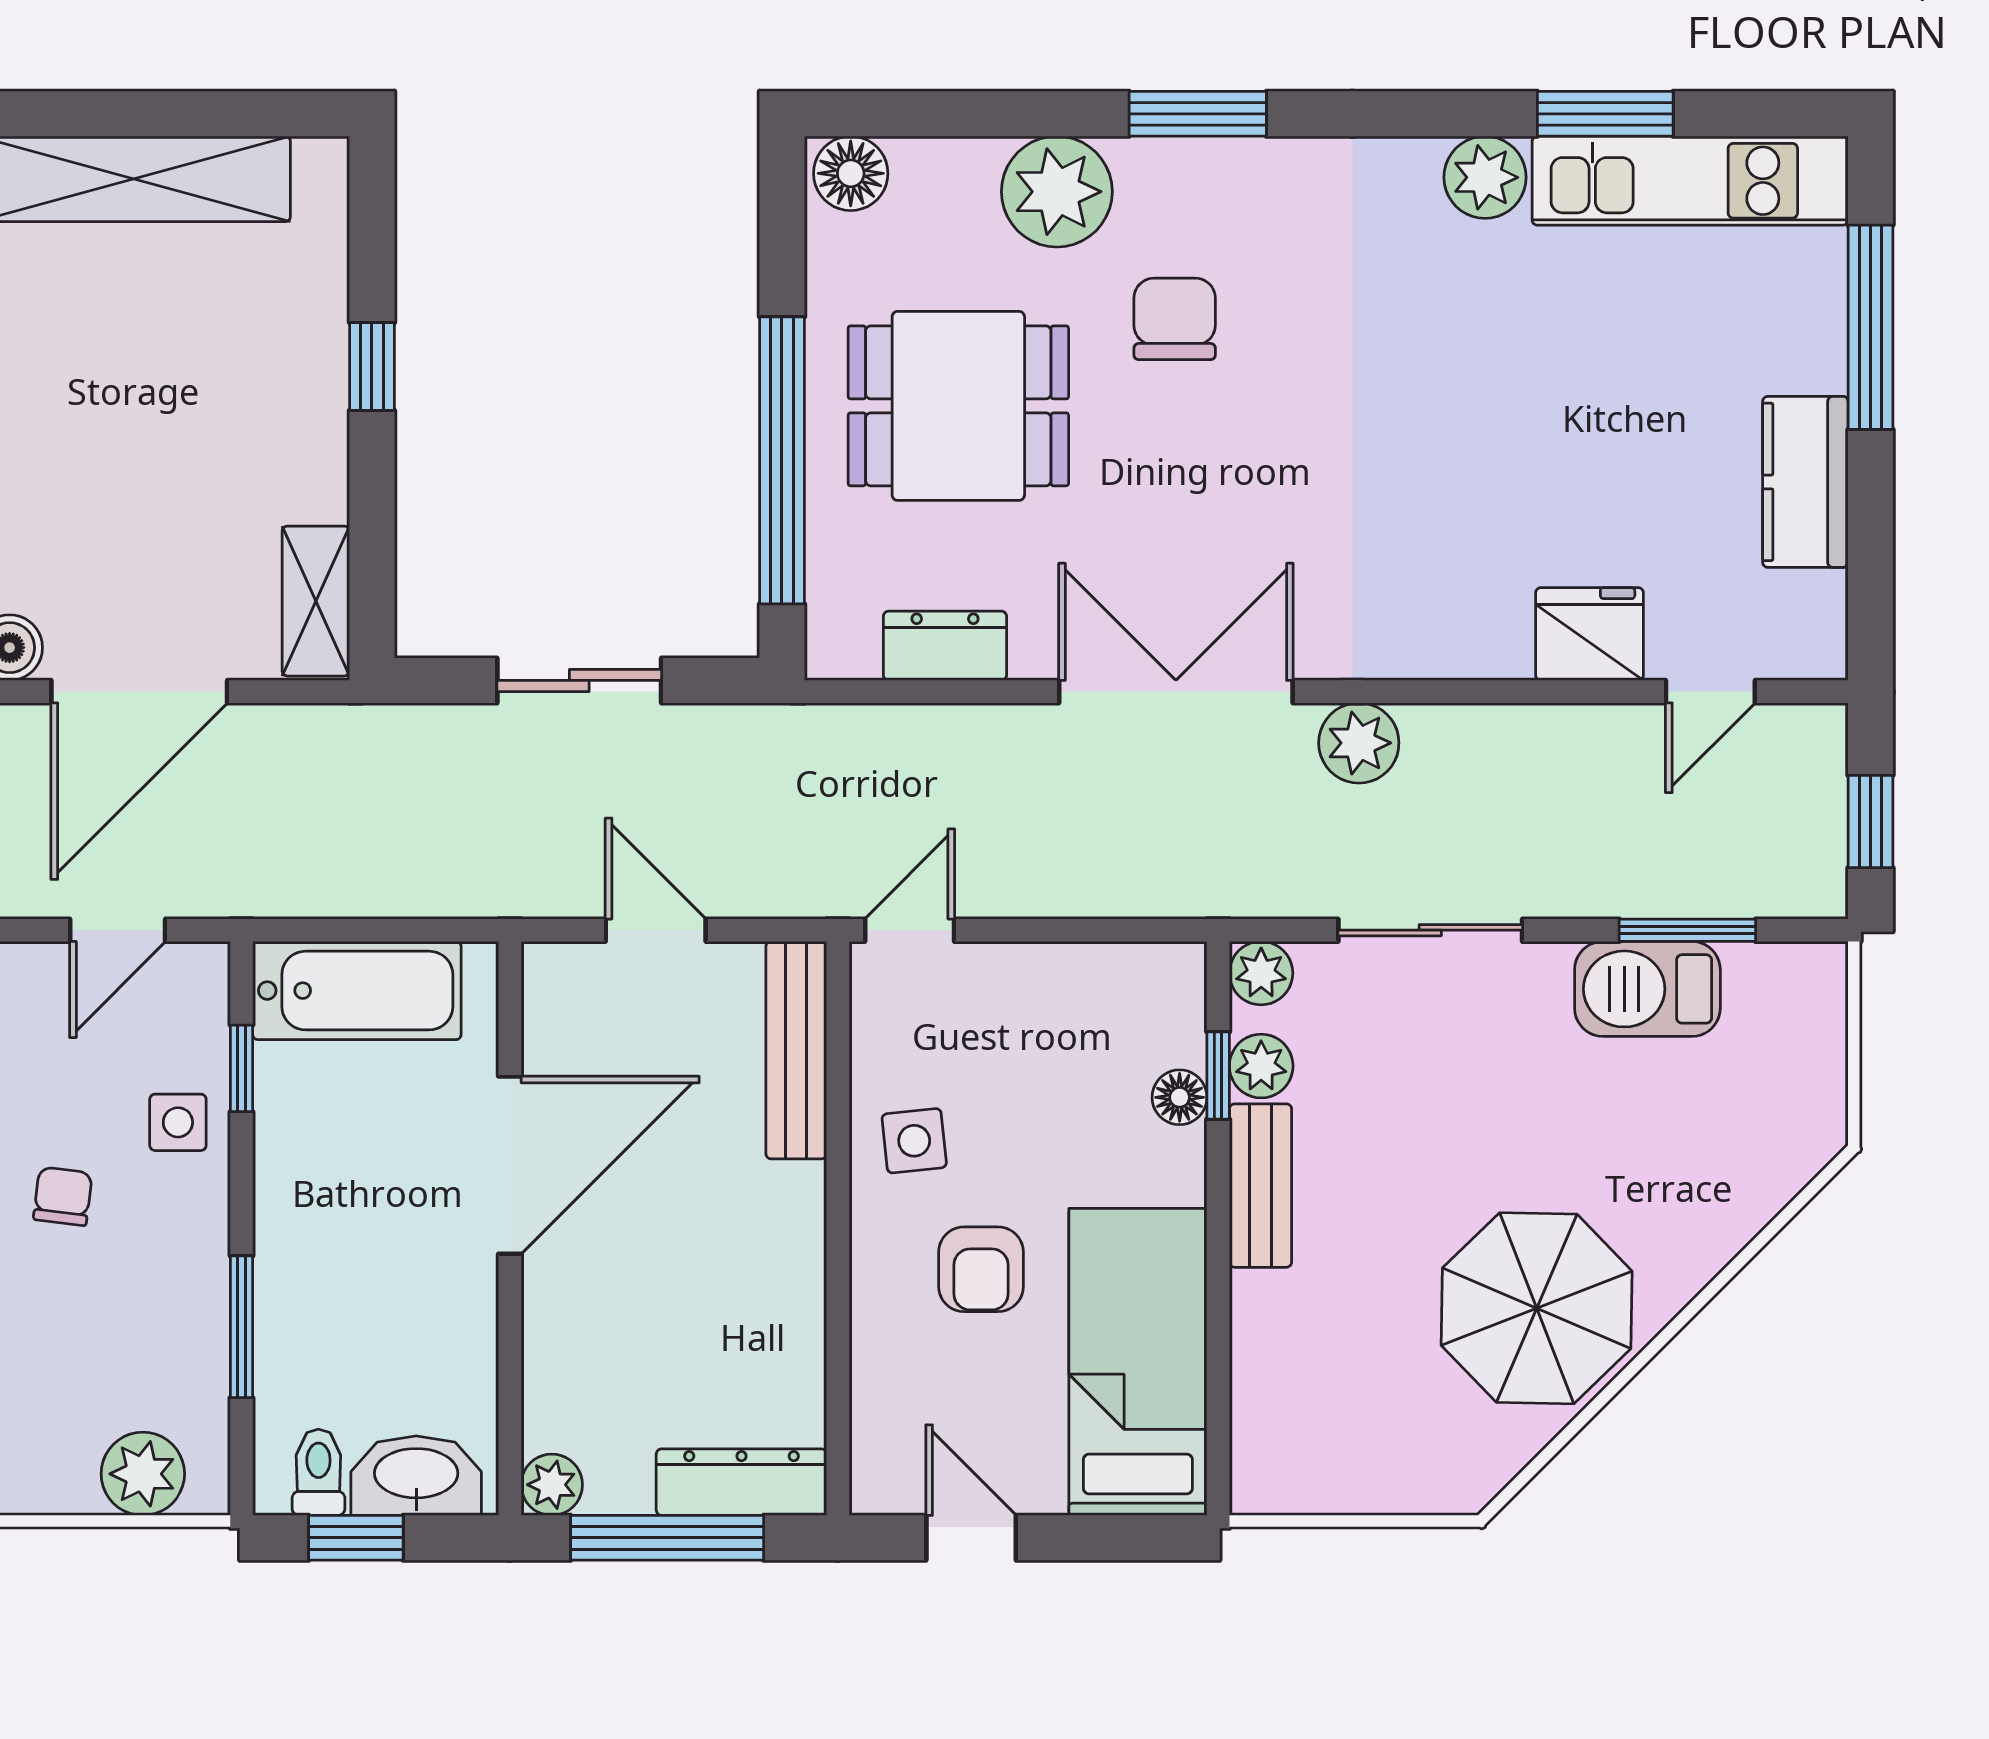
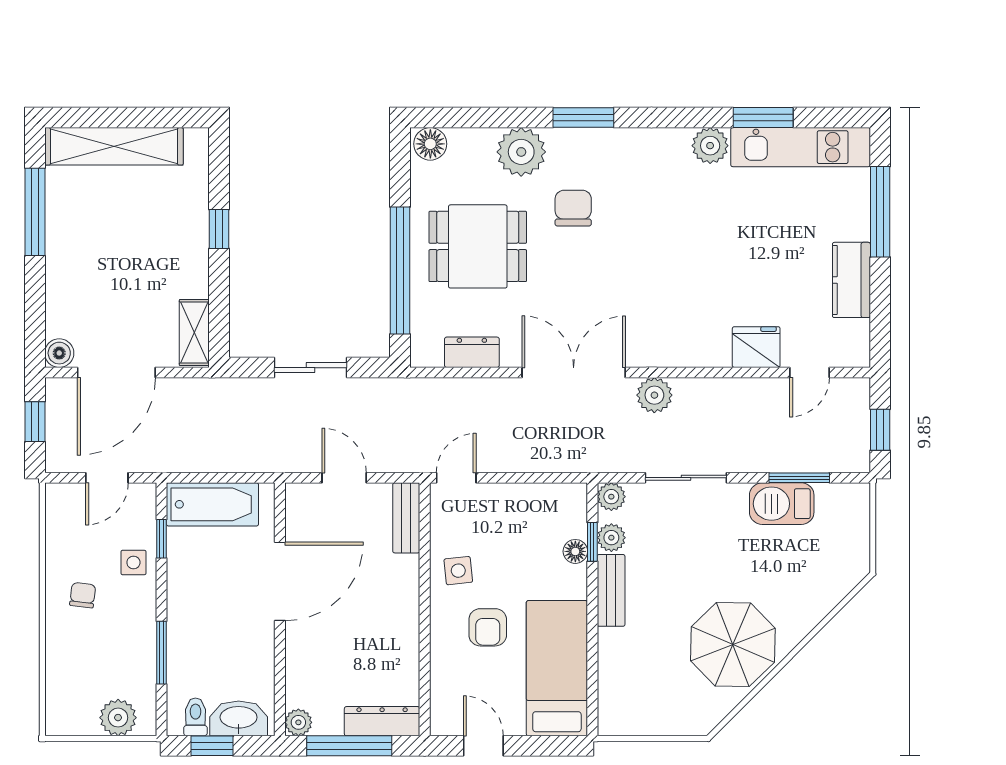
bench: (796, 1050) -> (406, 518), width x0.73

